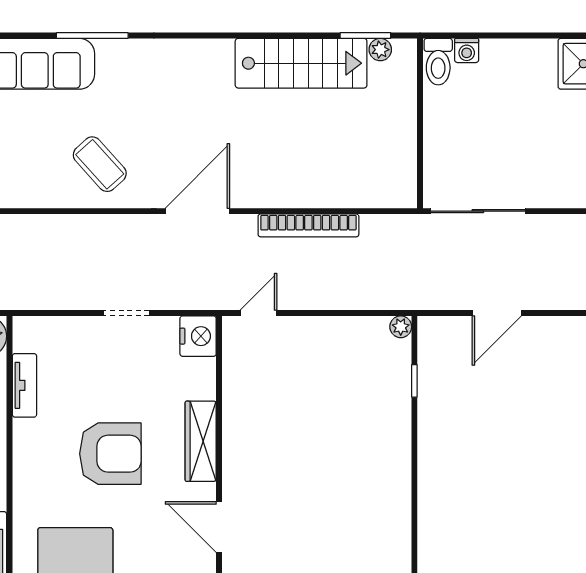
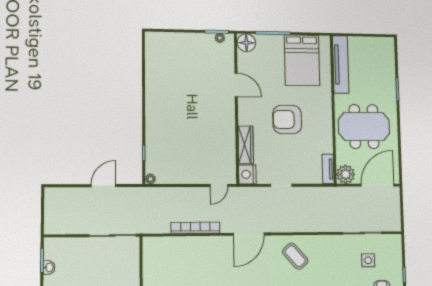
tv unit: (24, 385) -> (328, 169), moved
wardrobe: (201, 441) -> (246, 145), moved

